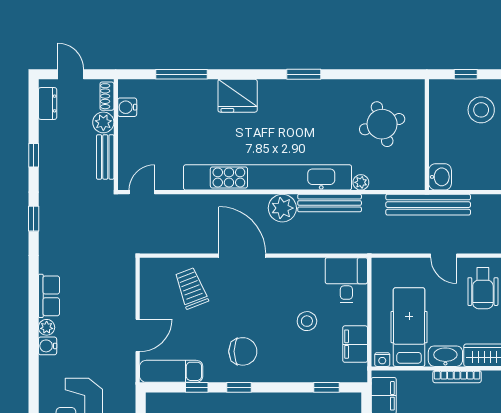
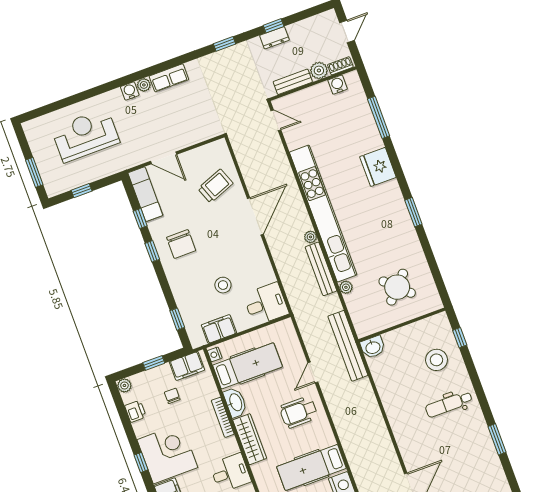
dresser: (48, 103) -> (274, 38), moved
round table: (382, 124) -> (397, 287), turned -30
plant: (282, 208) -> (310, 237), width x0.53, depth x0.53

